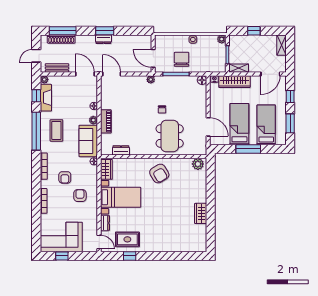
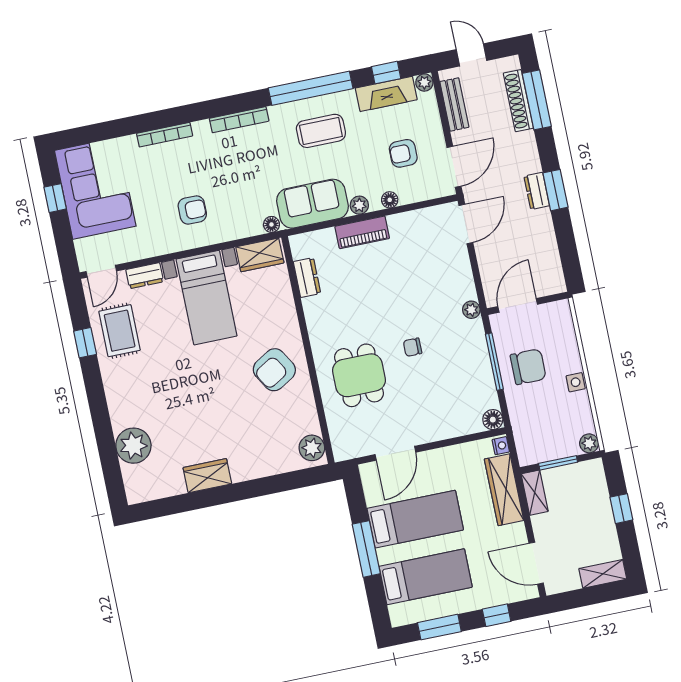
dining table: (170, 136) -> (359, 375), width x0.73
armchair: (65, 177) -> (403, 153), moved
plant: (180, 244) -> (133, 446), added

